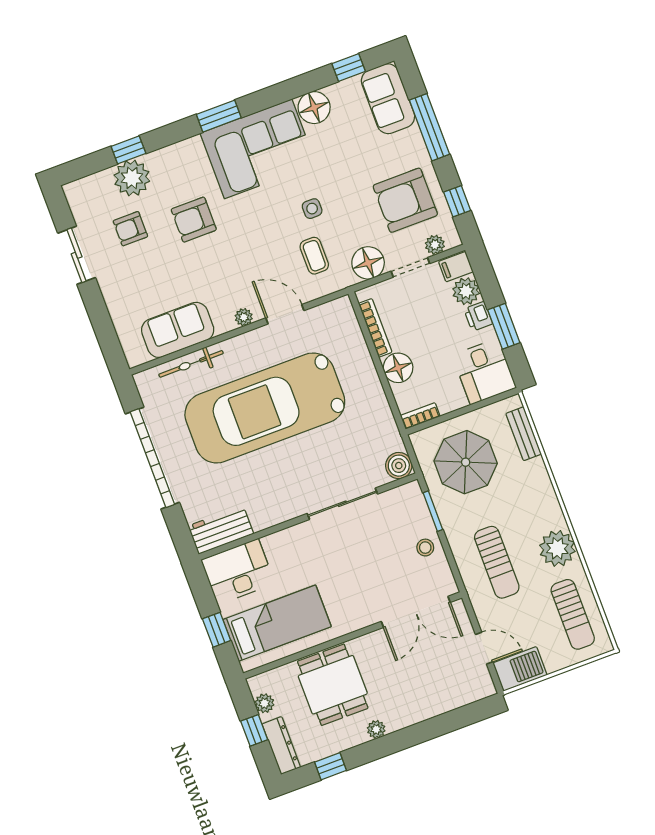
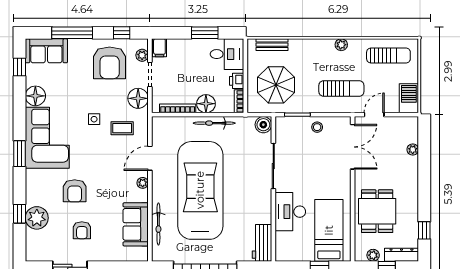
armchair: (130, 229) -> (82, 230), moved
plant: (466, 291) -> (176, 47), removed
printer: (478, 316) -> (237, 81), moved, turned 90
bicycle: (374, 391) -> (214, 123), added
car: (265, 408) -> (200, 190), turned 180
plant: (557, 548) -> (341, 45), width x0.53, depth x0.53
desk: (238, 572) -> (290, 212), moved
door: (484, 648) -> (374, 115), moved
dining table: (333, 685) -> (377, 211), turned 90
plant: (376, 729) -> (413, 150), moved

